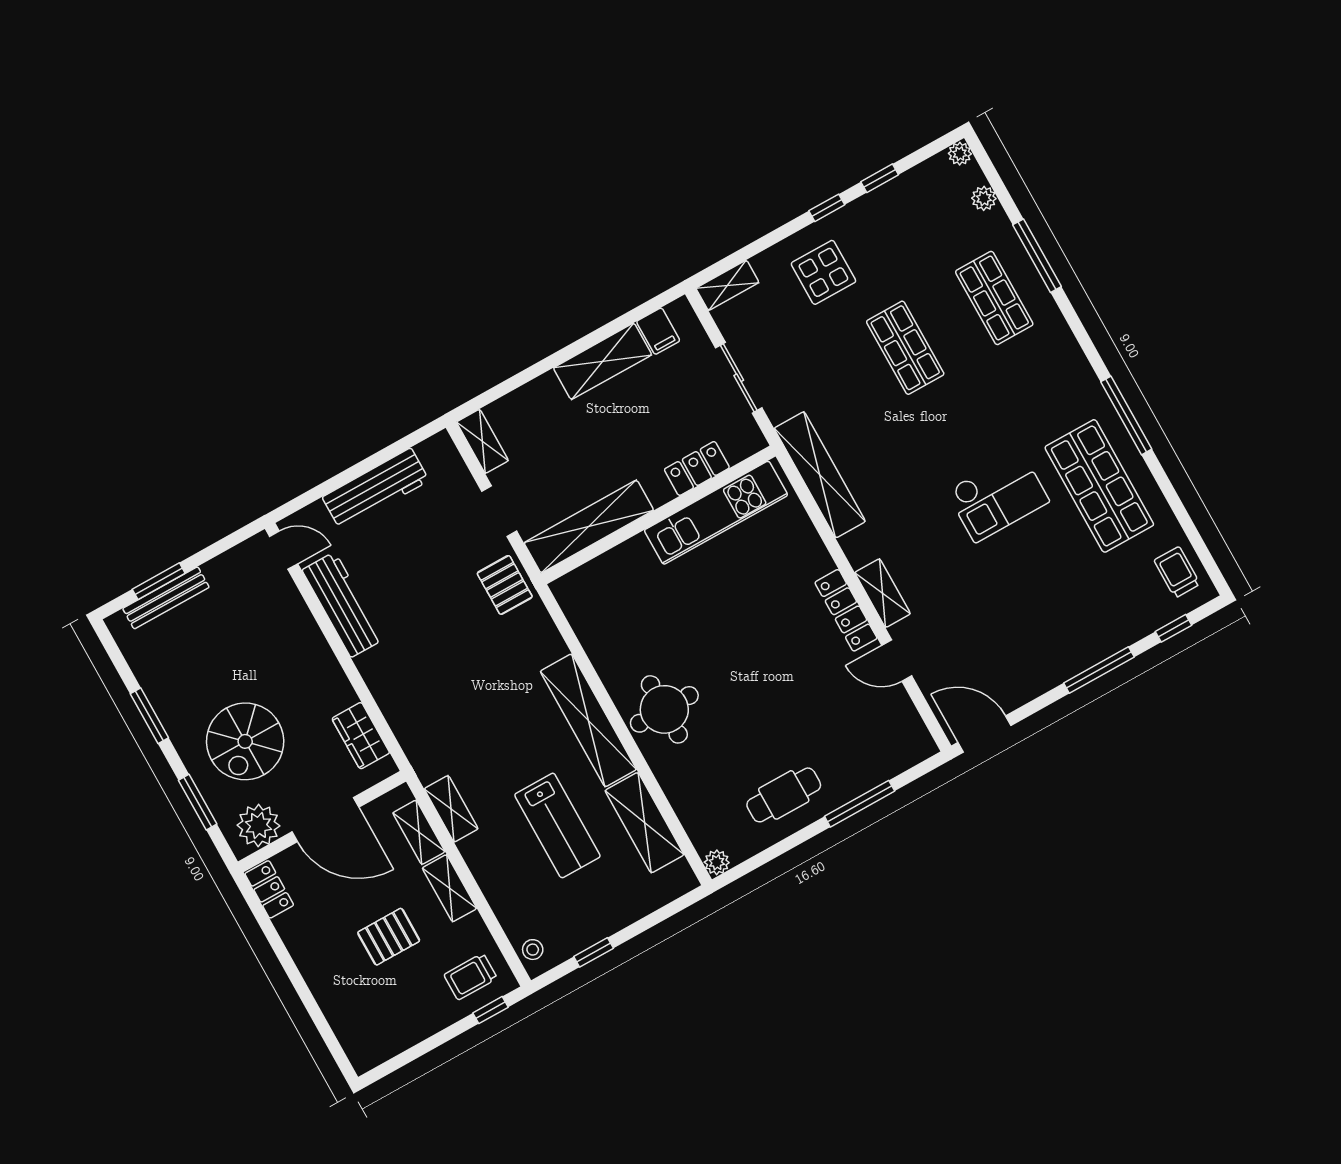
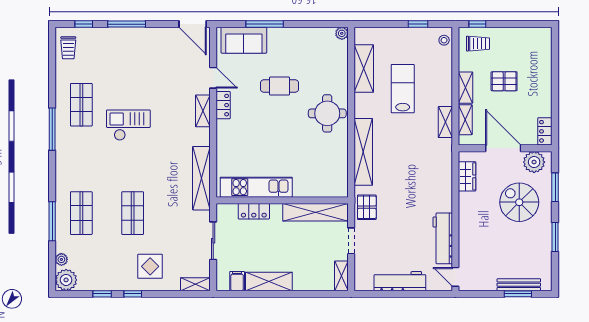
plant: (960, 154) -> (66, 280), width x1.87, depth x1.87
shop shelf: (1099, 486) -> (81, 105), width x0.70, depth x0.74
locker: (846, 610) -> (223, 105), width x0.66
shelving: (588, 720) -> (363, 152), moved
spiral stairs: (245, 741) -> (519, 202), turned -90
sofa: (880, 756) -> (244, 40), added
cafe table: (784, 795) -> (280, 86), moved

